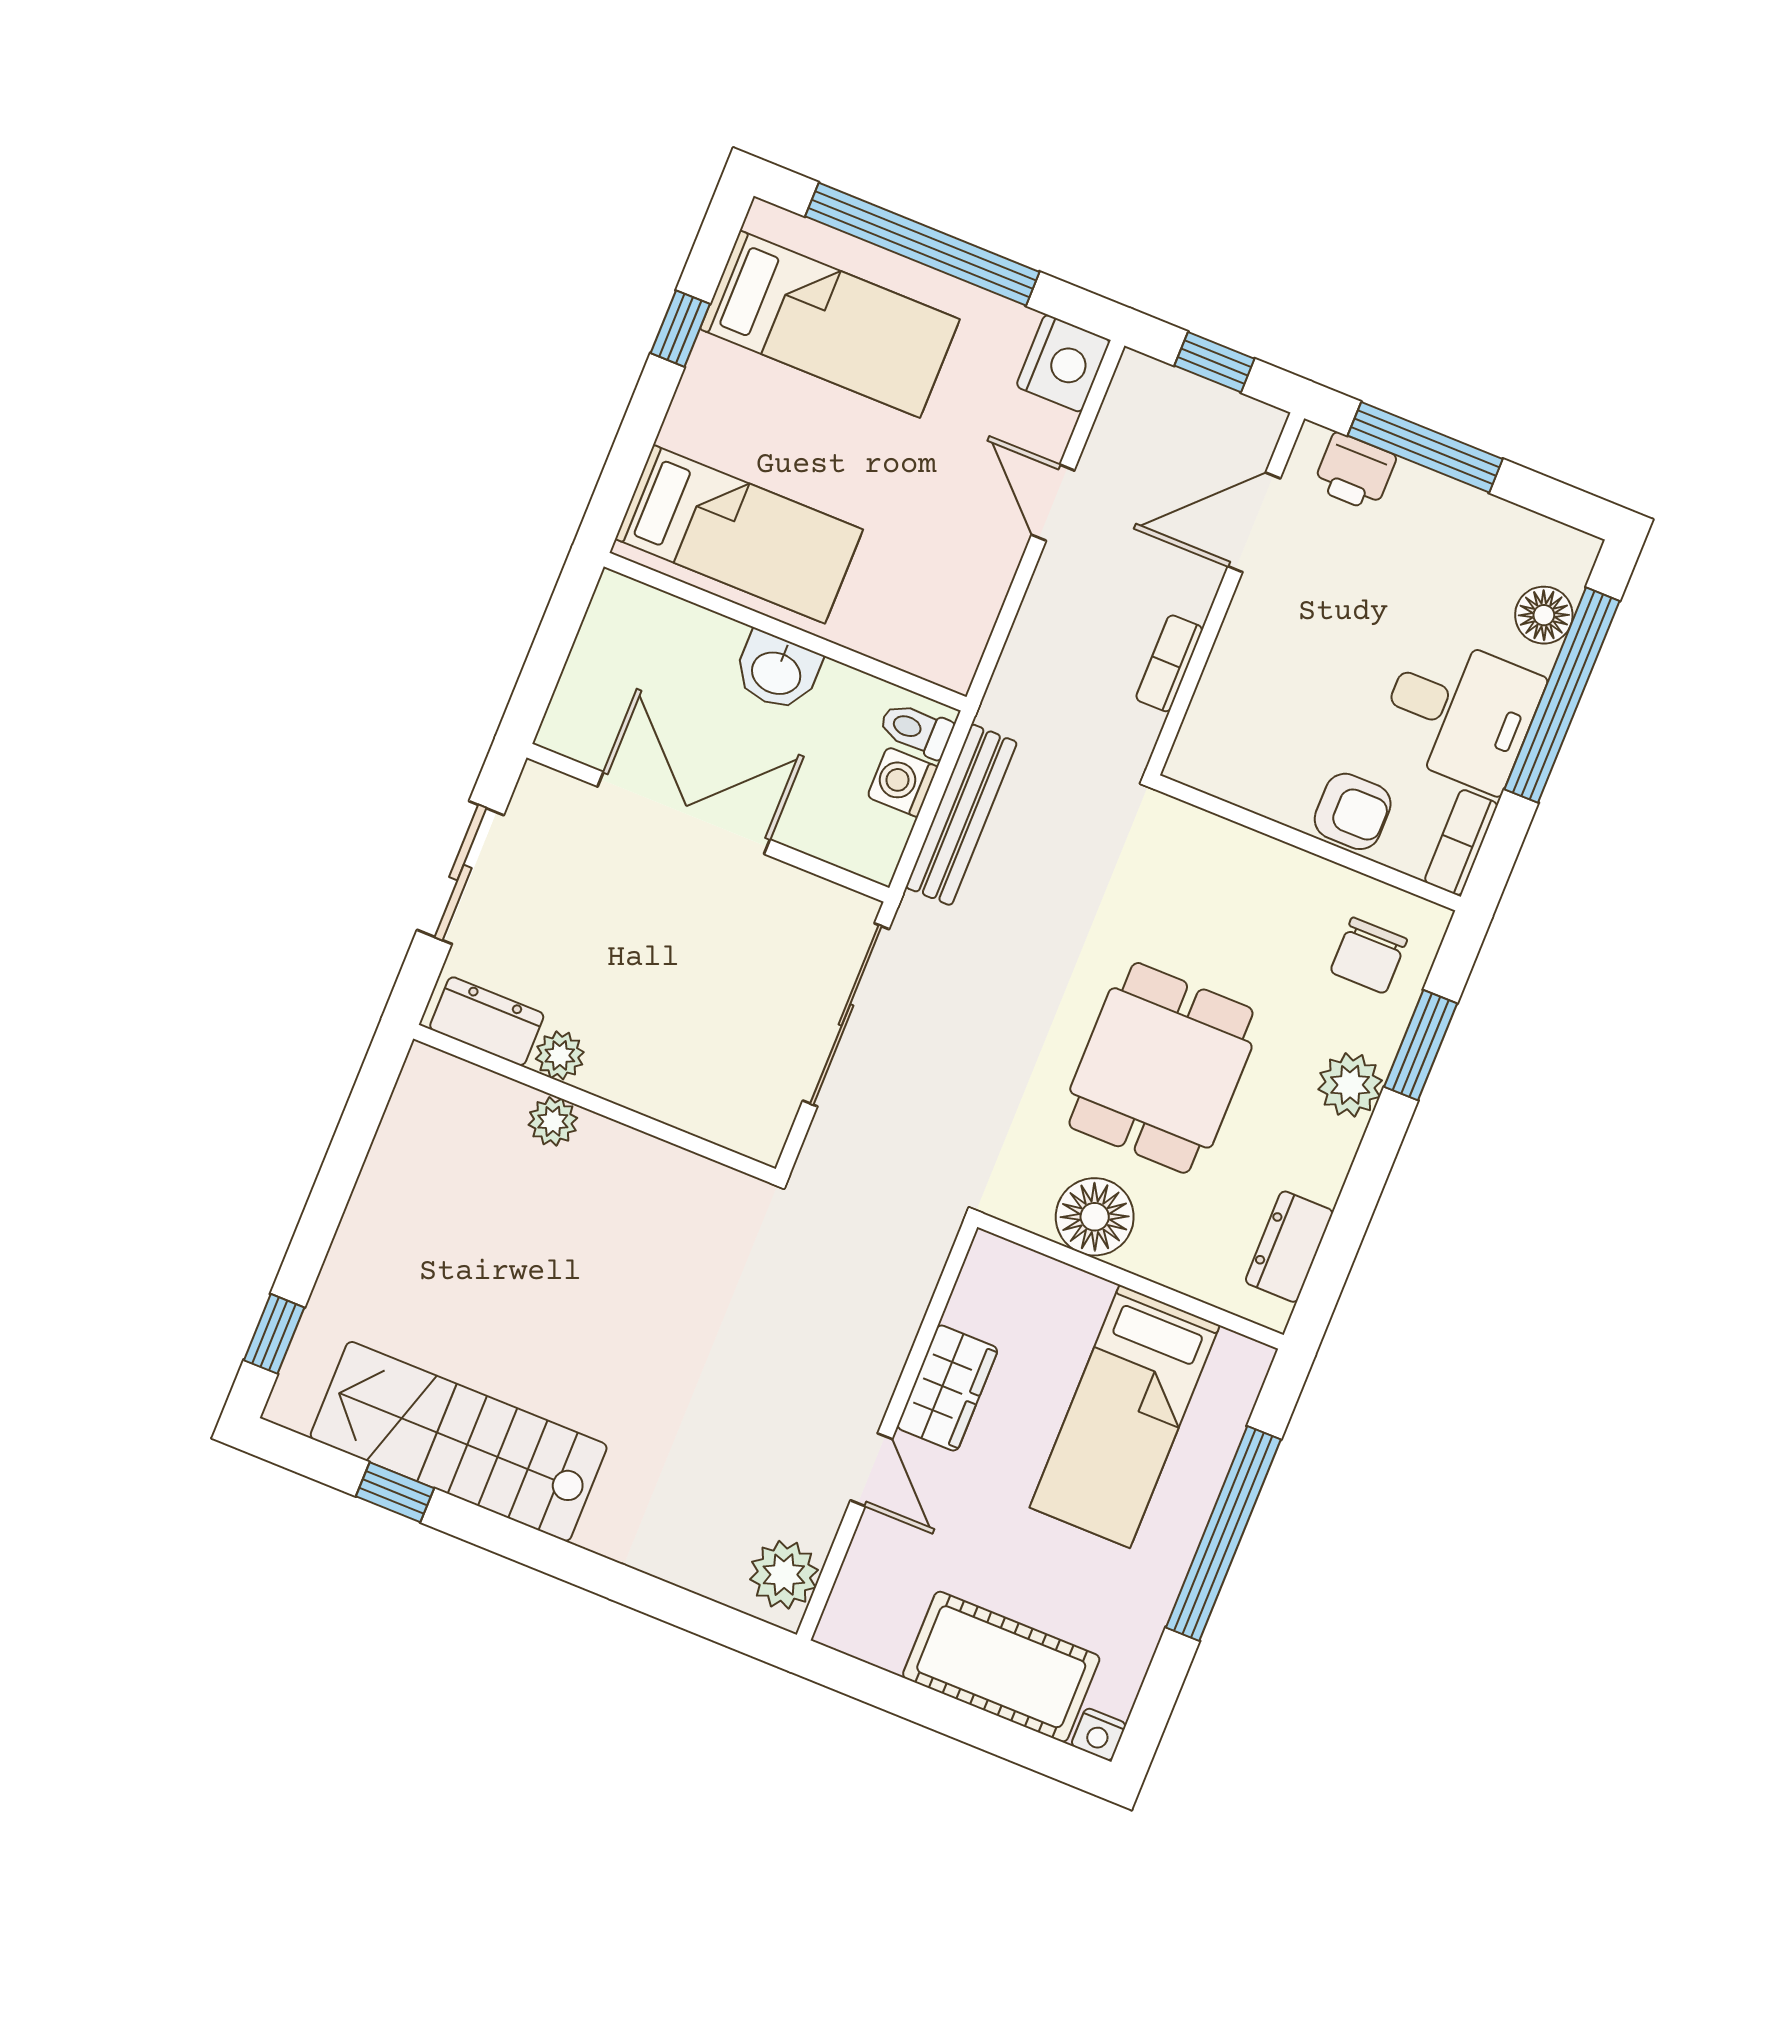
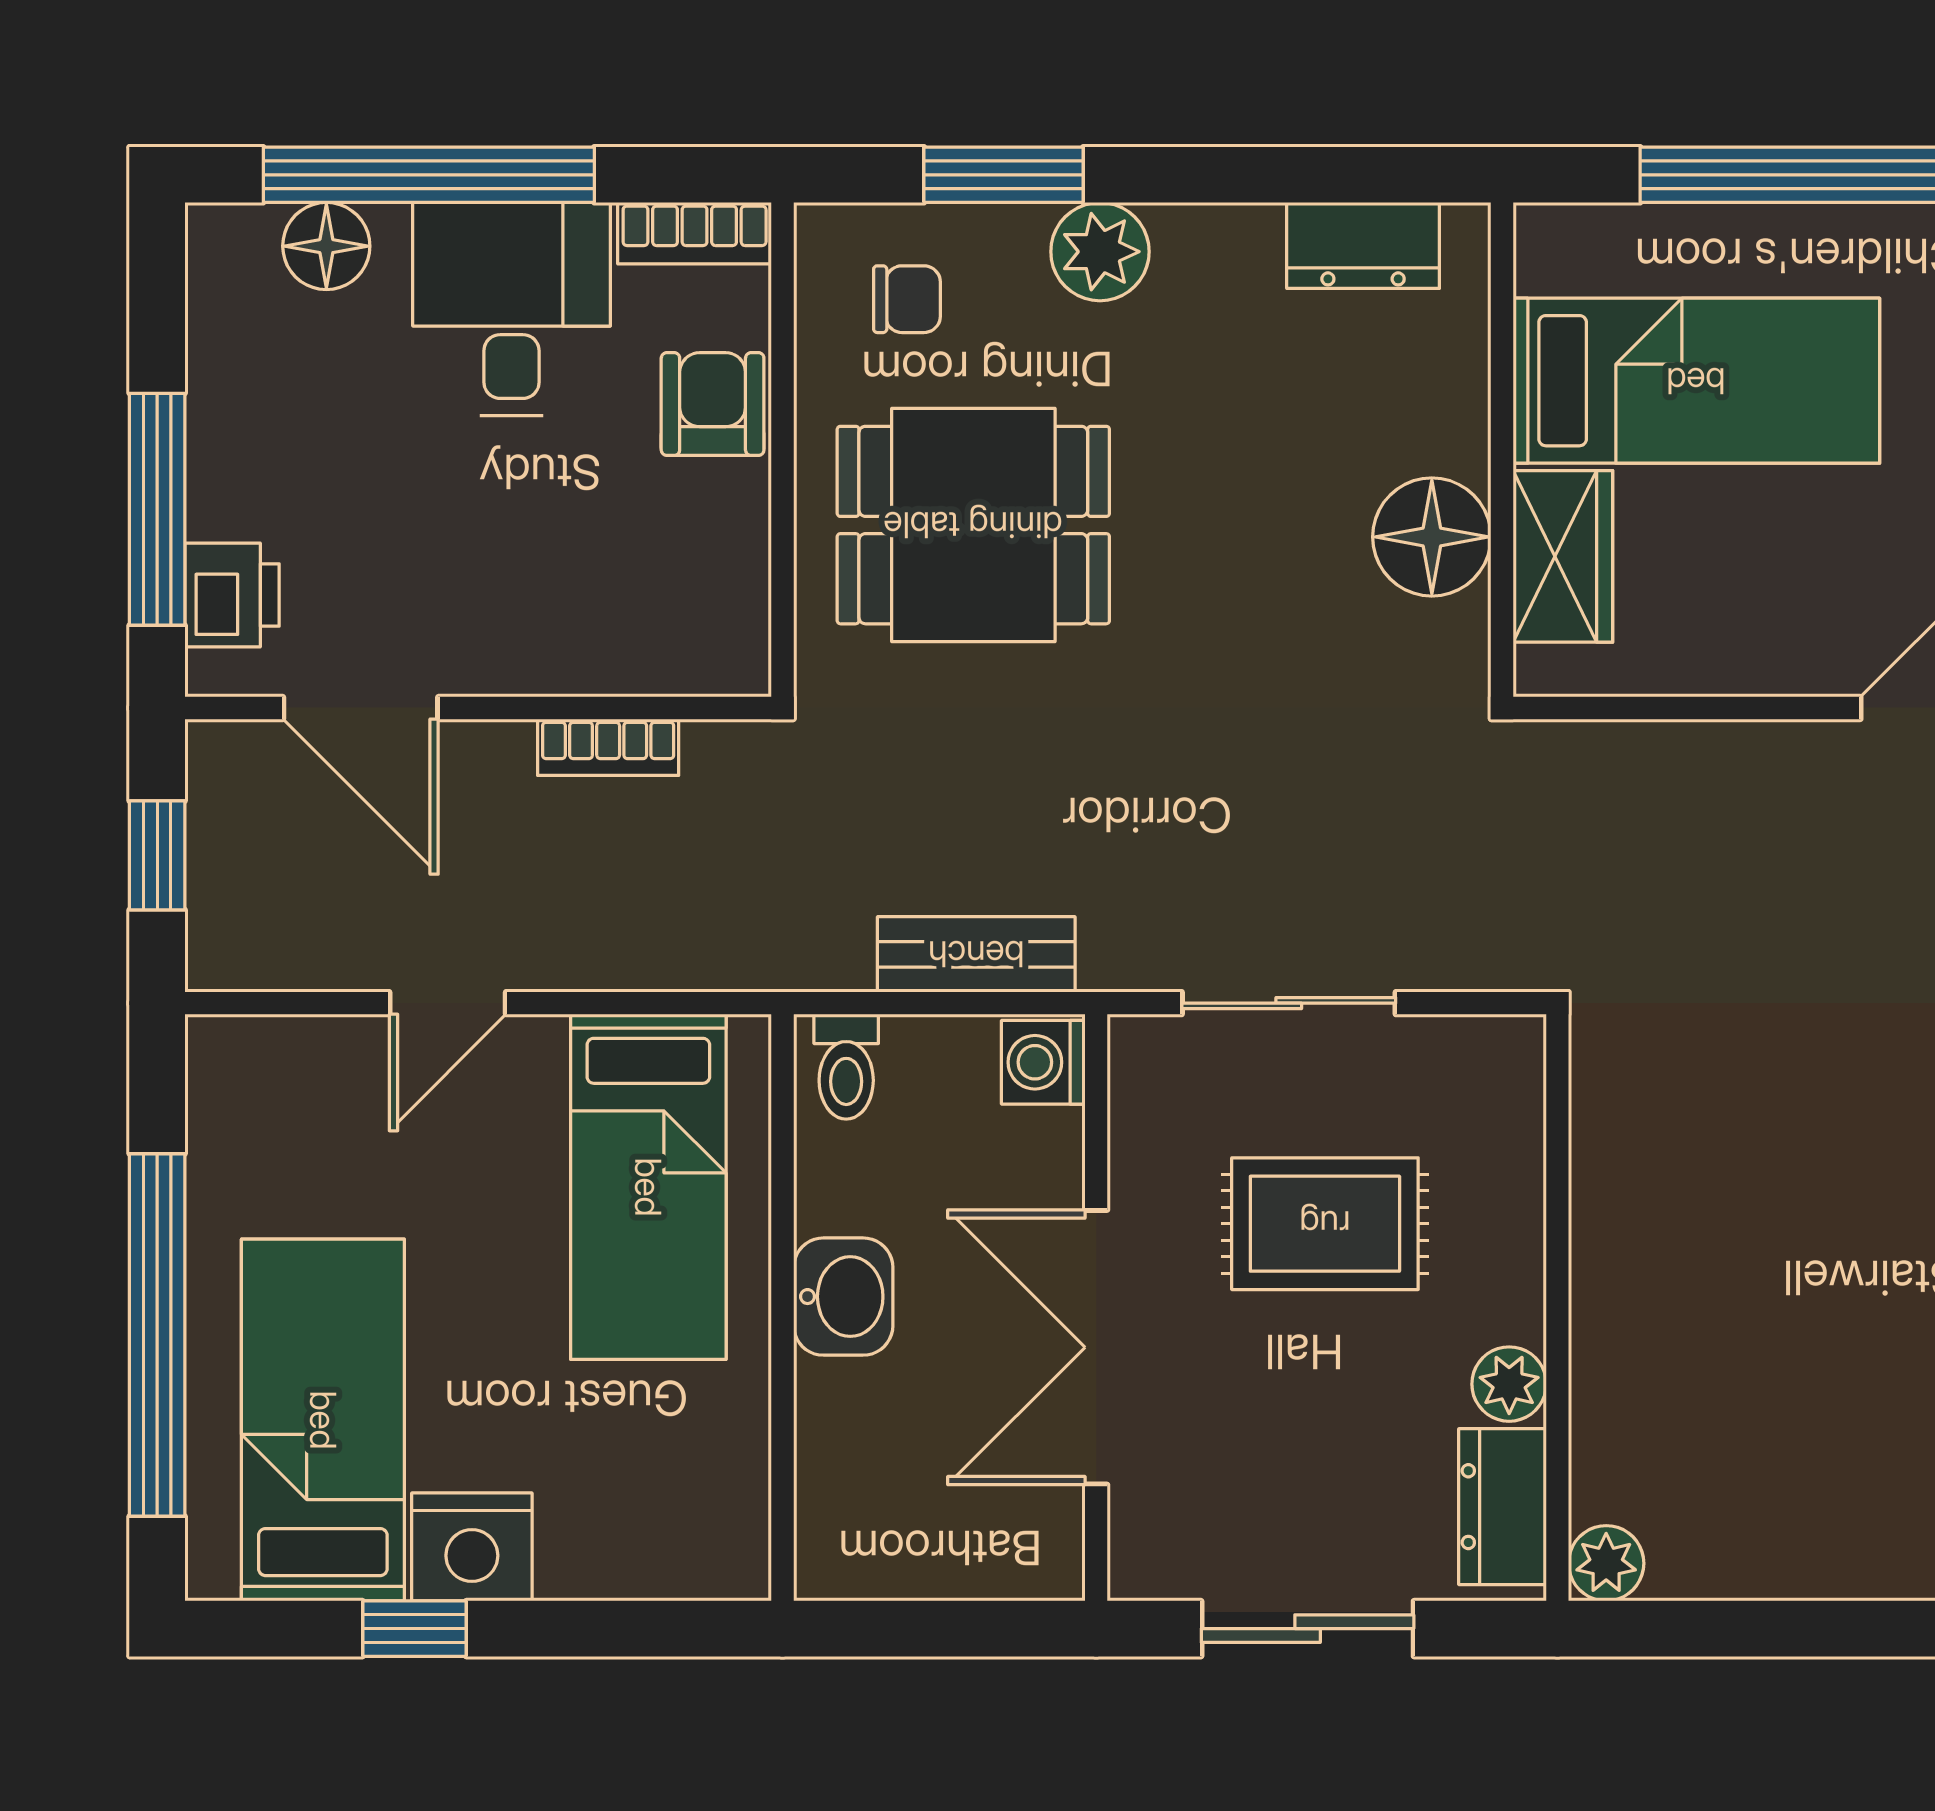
nightstand: (1063, 363) -> (472, 1547), moved, turned 180
bed: (739, 534) -> (648, 1187), moved, turned 180
washing machine: (903, 782) -> (1043, 1062), moved, turned 90
bench: (961, 815) -> (976, 954), width x0.73
chair: (1369, 956) -> (907, 299), width x0.73, depth x0.73
rug: (703, 983) -> (1325, 1224), added
sliding door: (846, 1015) -> (1289, 1003), width x0.73
dining table: (1161, 1068) -> (973, 525), moved
plant: (553, 1121) -> (1606, 1563), moved
wardrobe: (947, 1388) -> (1563, 556), moved, turned 90

